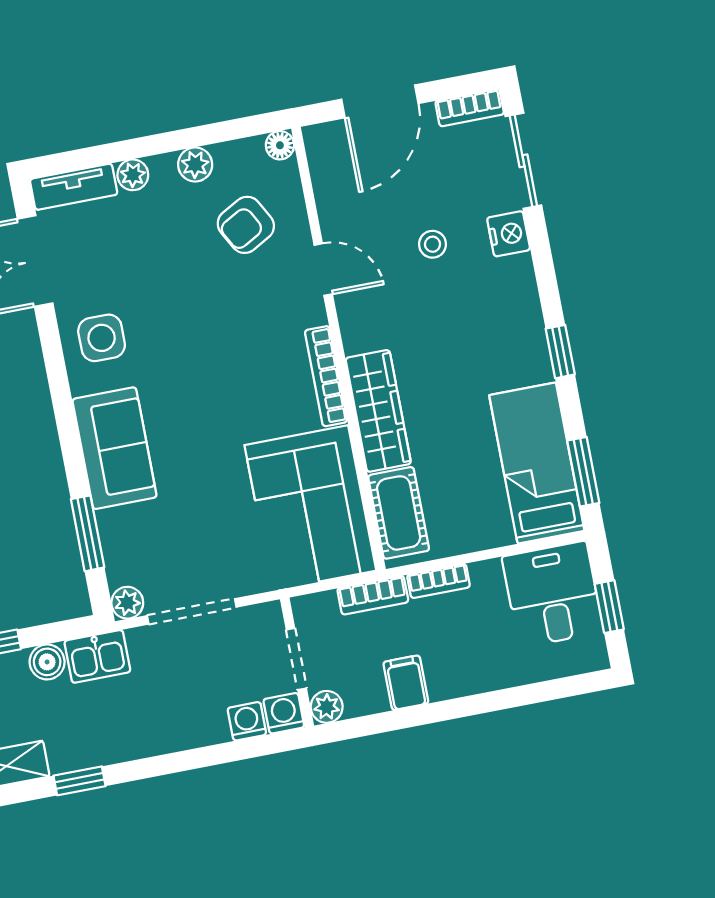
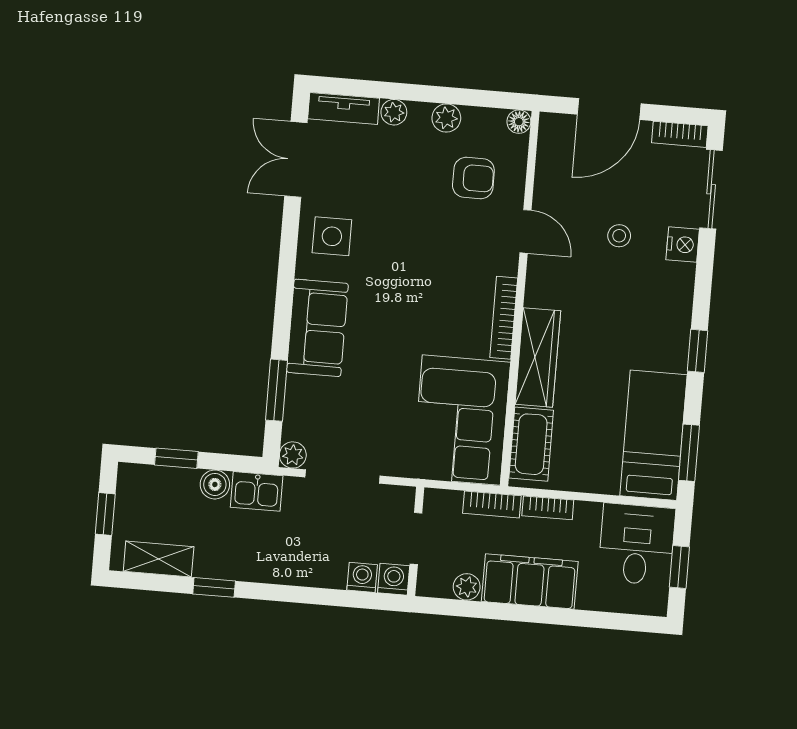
armchair: (246, 225) -> (473, 178), turned -151
filing cabinet: (406, 683) -> (530, 581), width x3.00, depth x1.17
plant: (327, 707) -> (467, 587), moved

